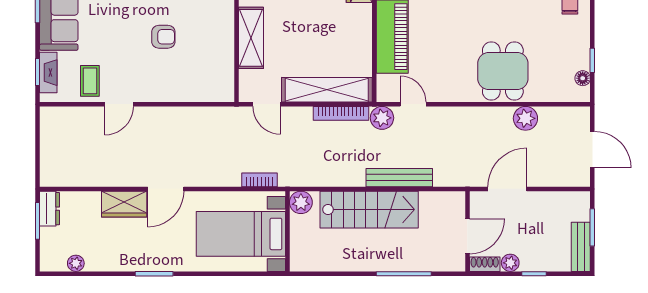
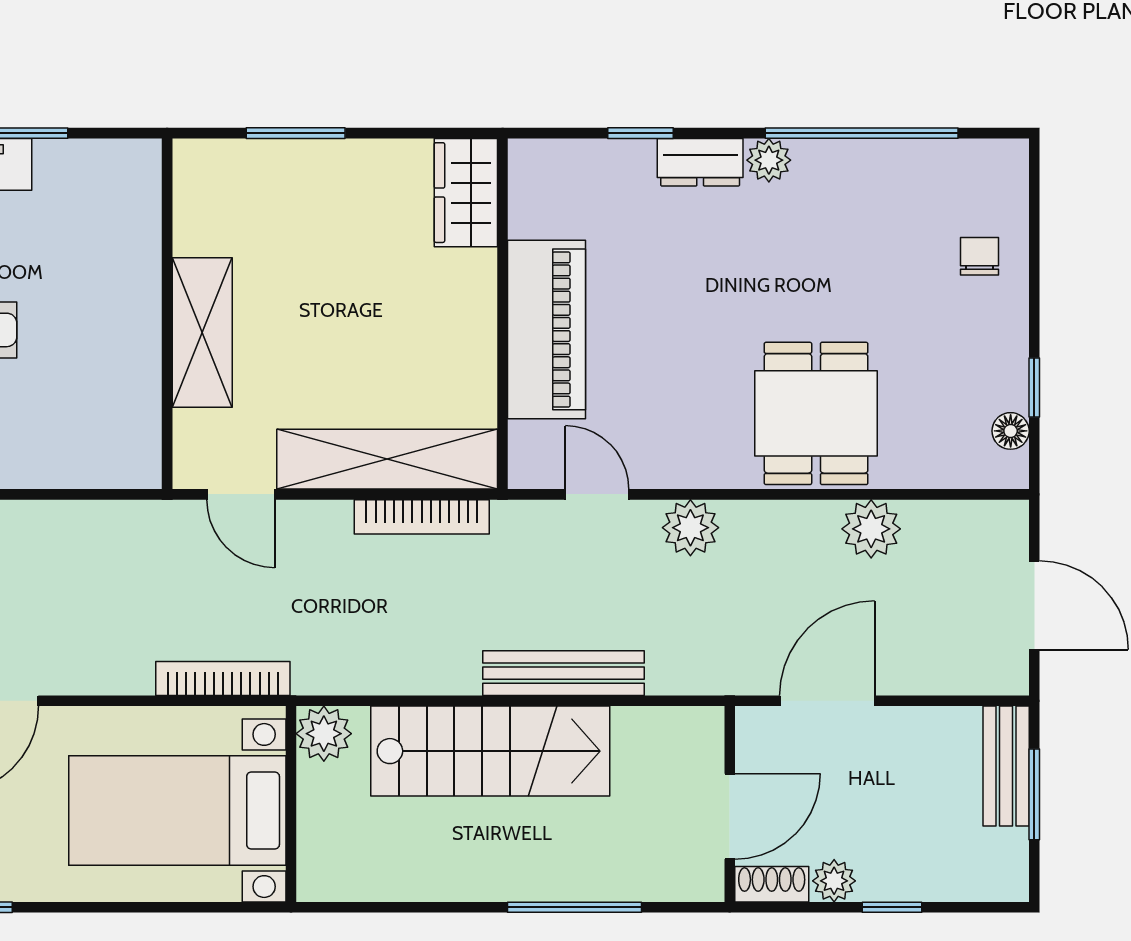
plant: (382, 118) -> (690, 528), moved
bookcase: (259, 180) -> (223, 679), width x1.56
bench: (581, 247) -> (1006, 766), moved

